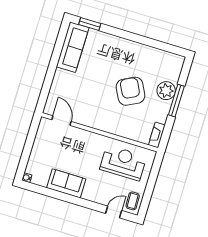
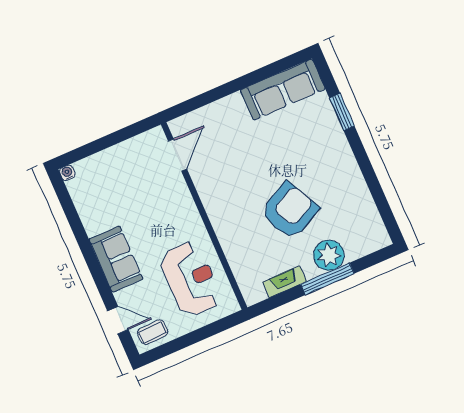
window: (90, 24) -> (342, 112), moved
fireplace: (157, 135) -> (285, 282), moved
sofa: (66, 183) -> (116, 259), moved

